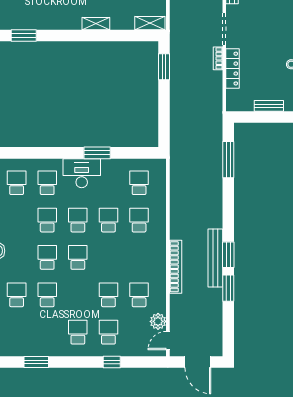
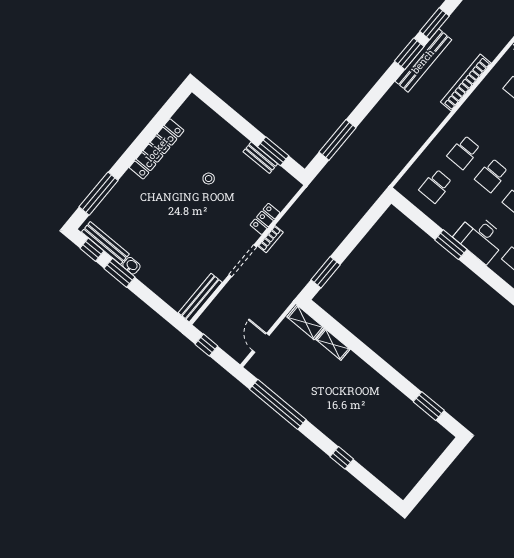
shelving: (96, 24) -> (333, 344), moved
locker: (232, 69) -> (265, 219), width x0.66
window: (264, 117) -> (273, 151), added

